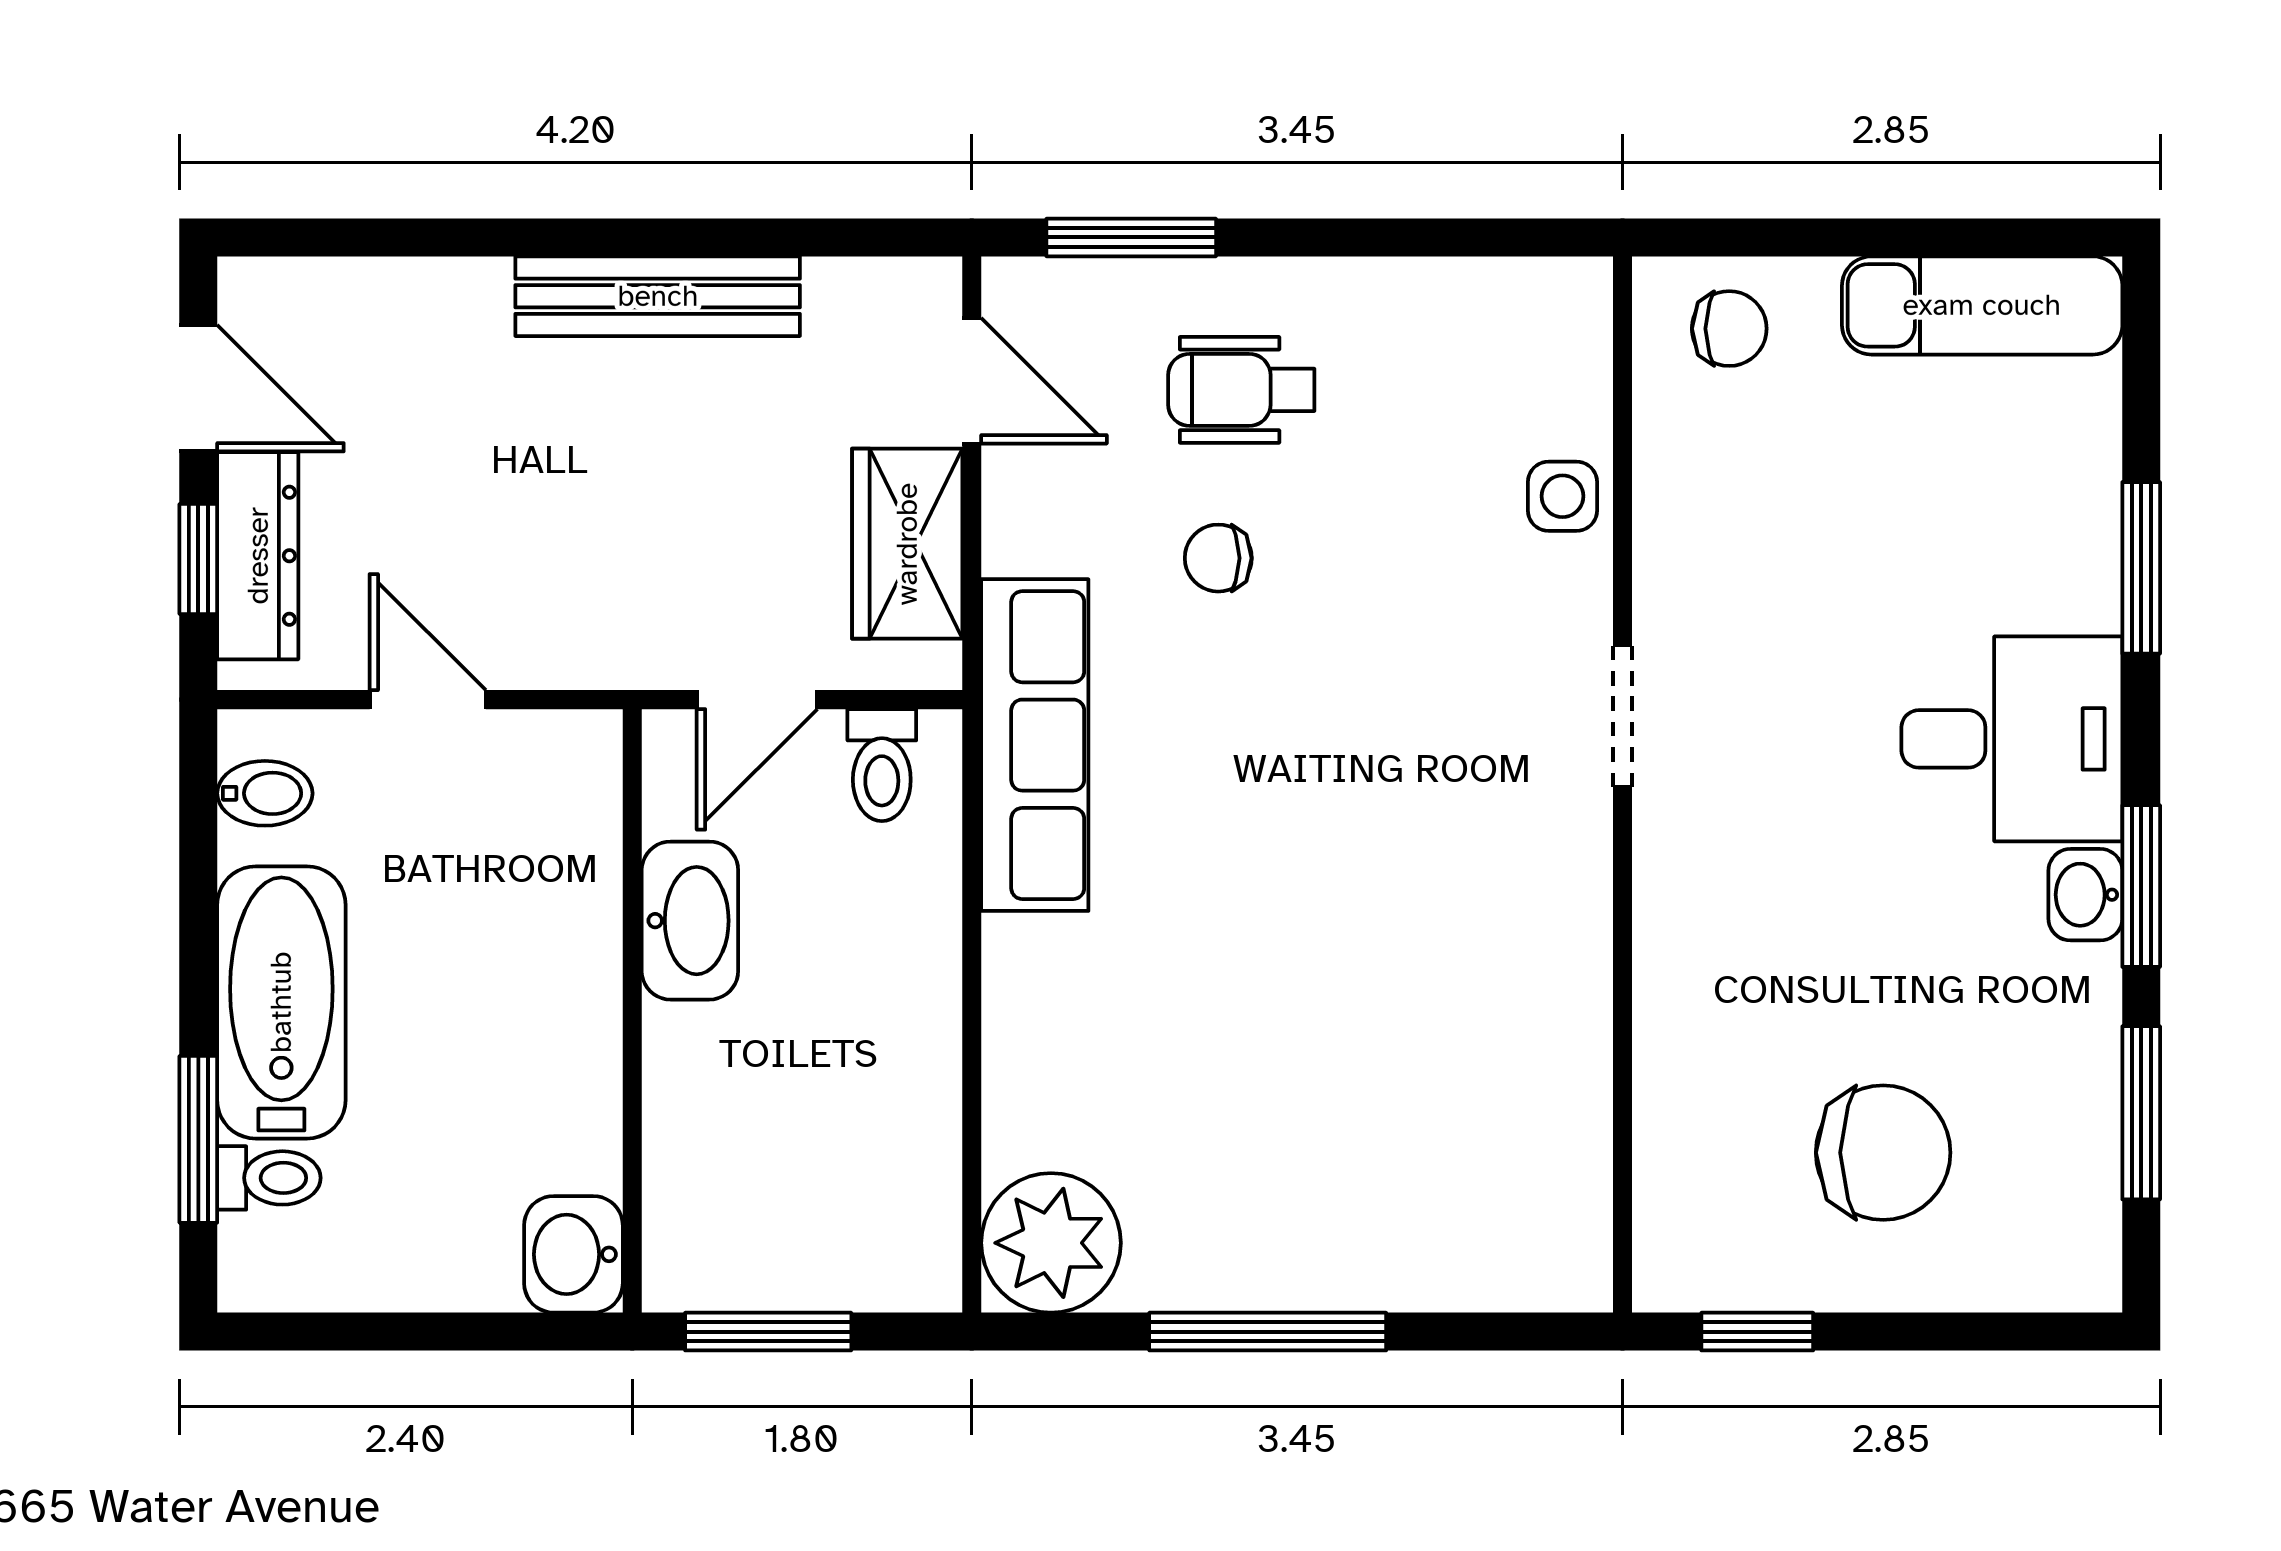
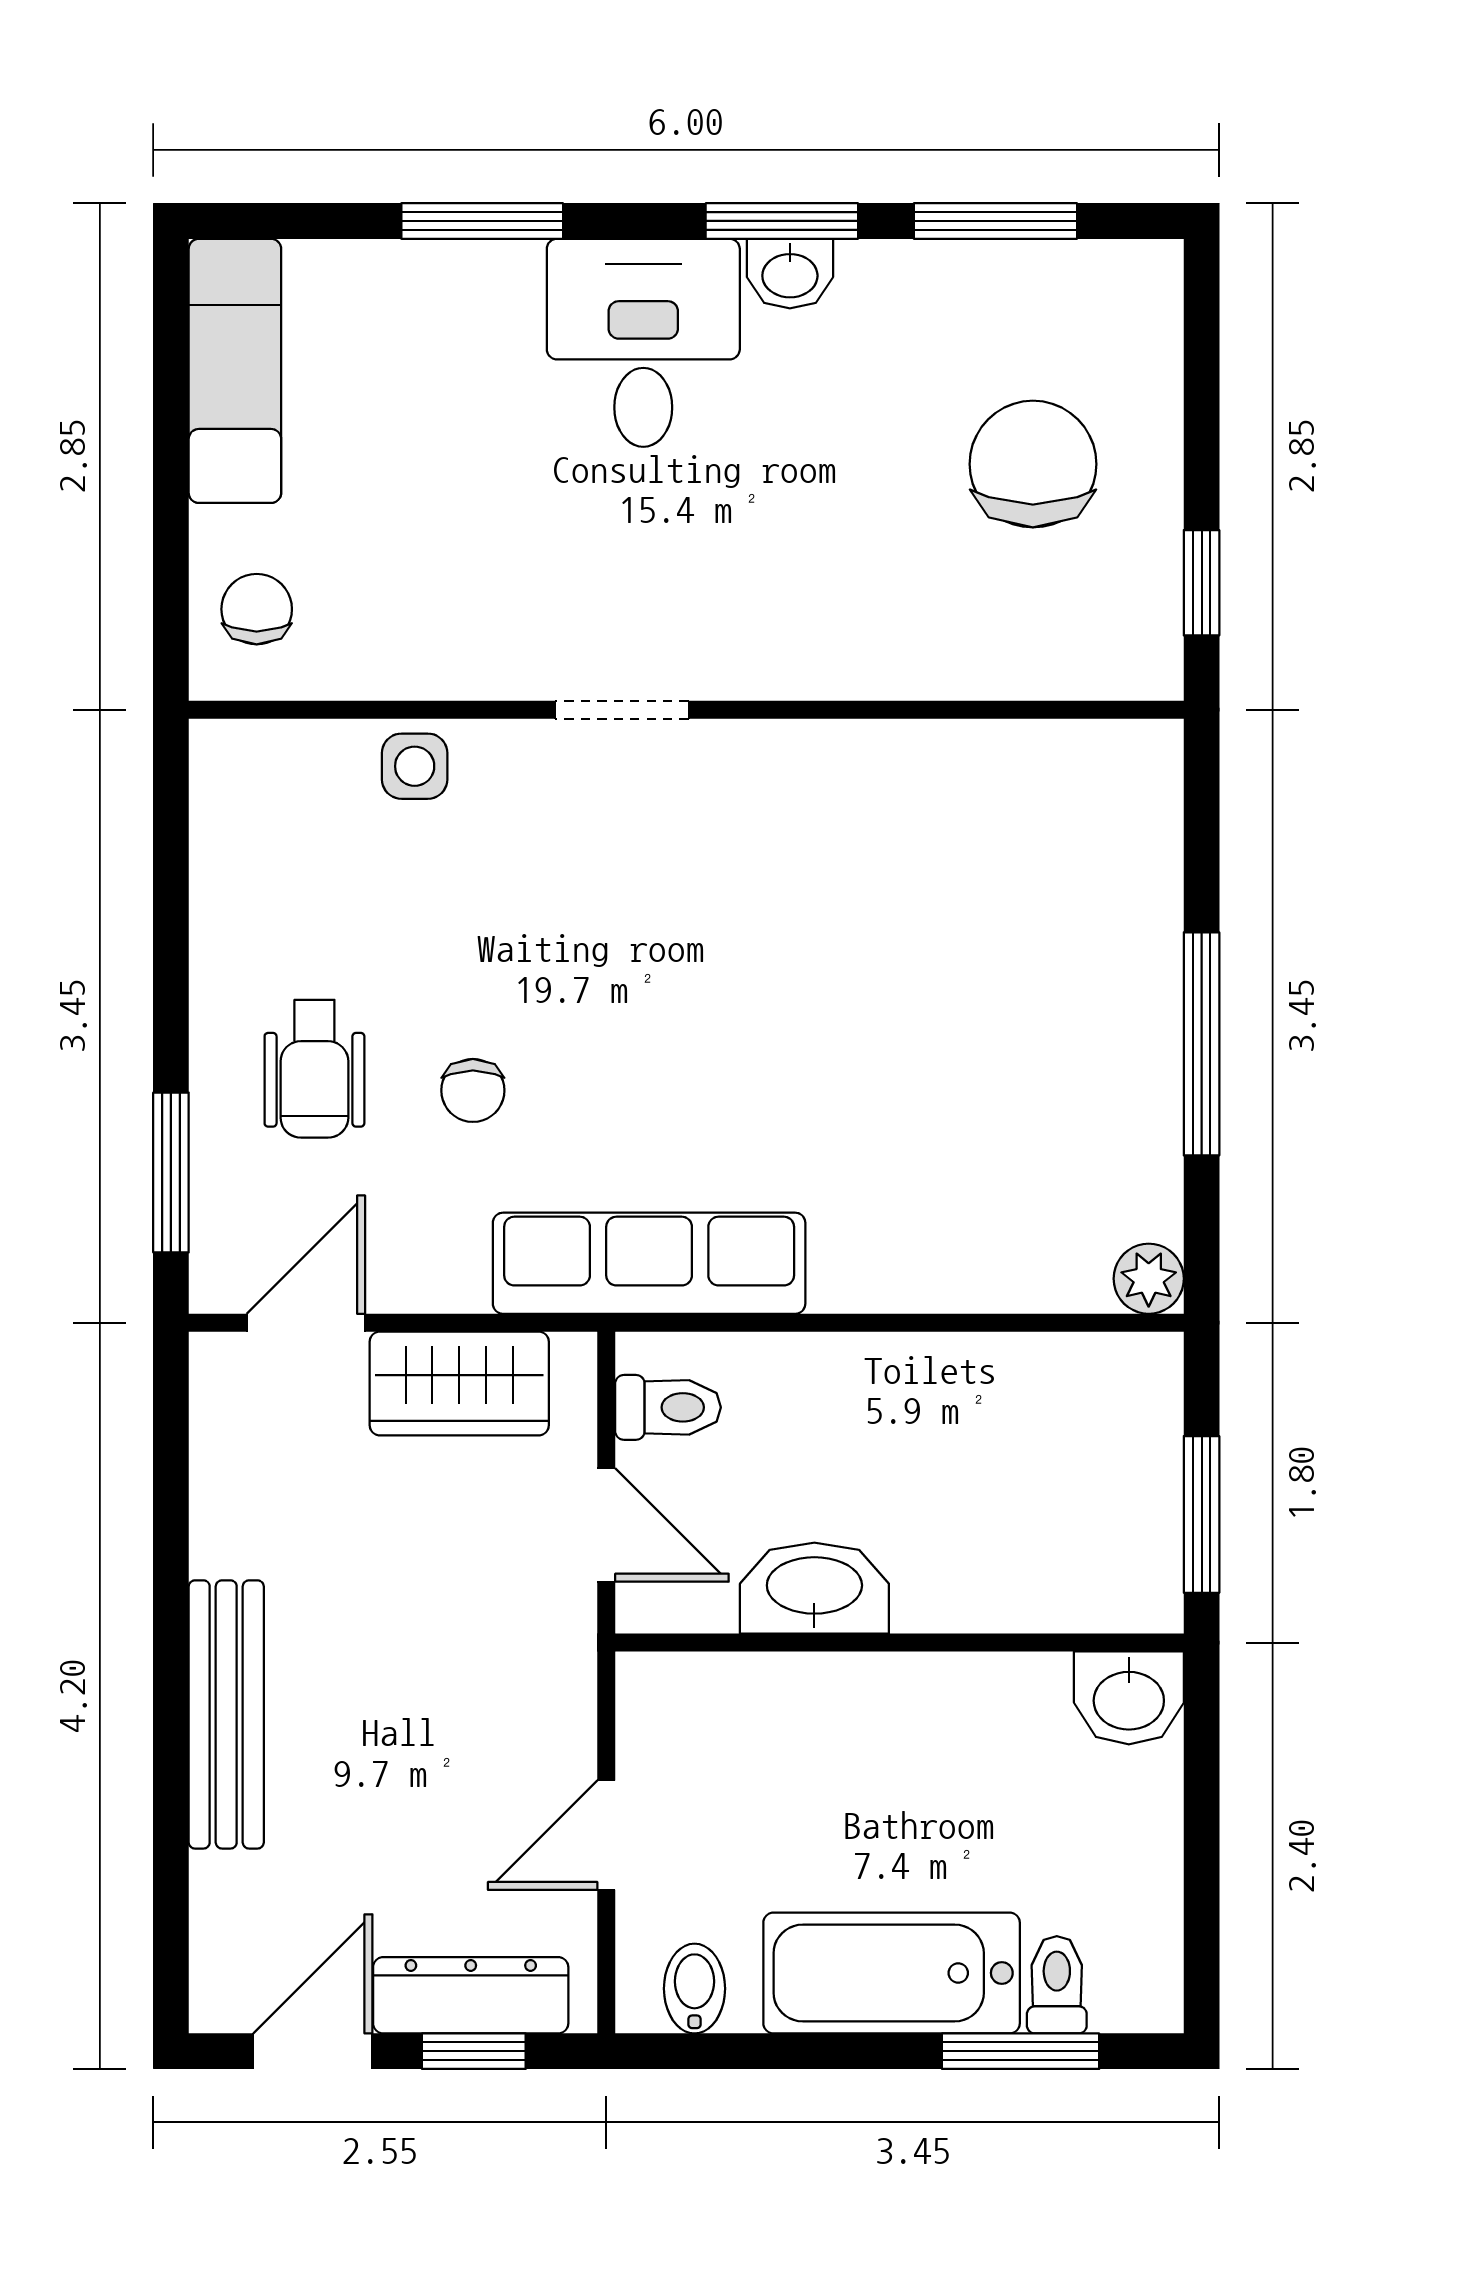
bench: (658, 296) -> (226, 1714), moved
plant: (1051, 1243) -> (1149, 1279), width x0.53, depth x0.53

